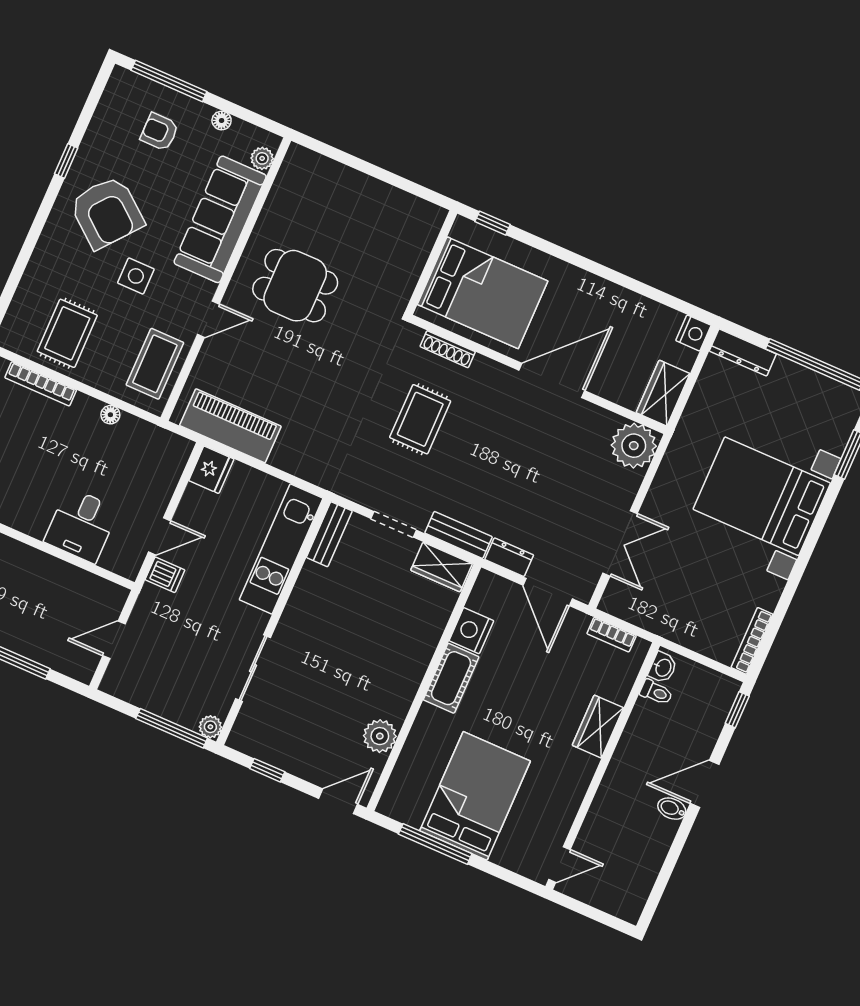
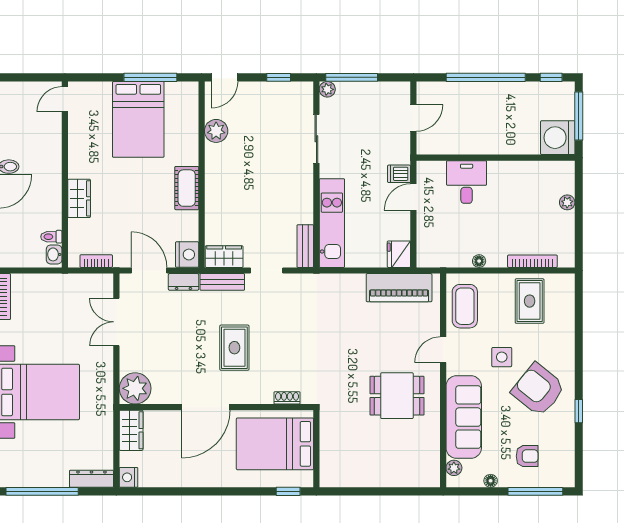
shoe rack: (448, 349) -> (287, 398), width x0.70
rug: (420, 419) -> (234, 348), moved
nightstand: (471, 631) -> (187, 255), moved

